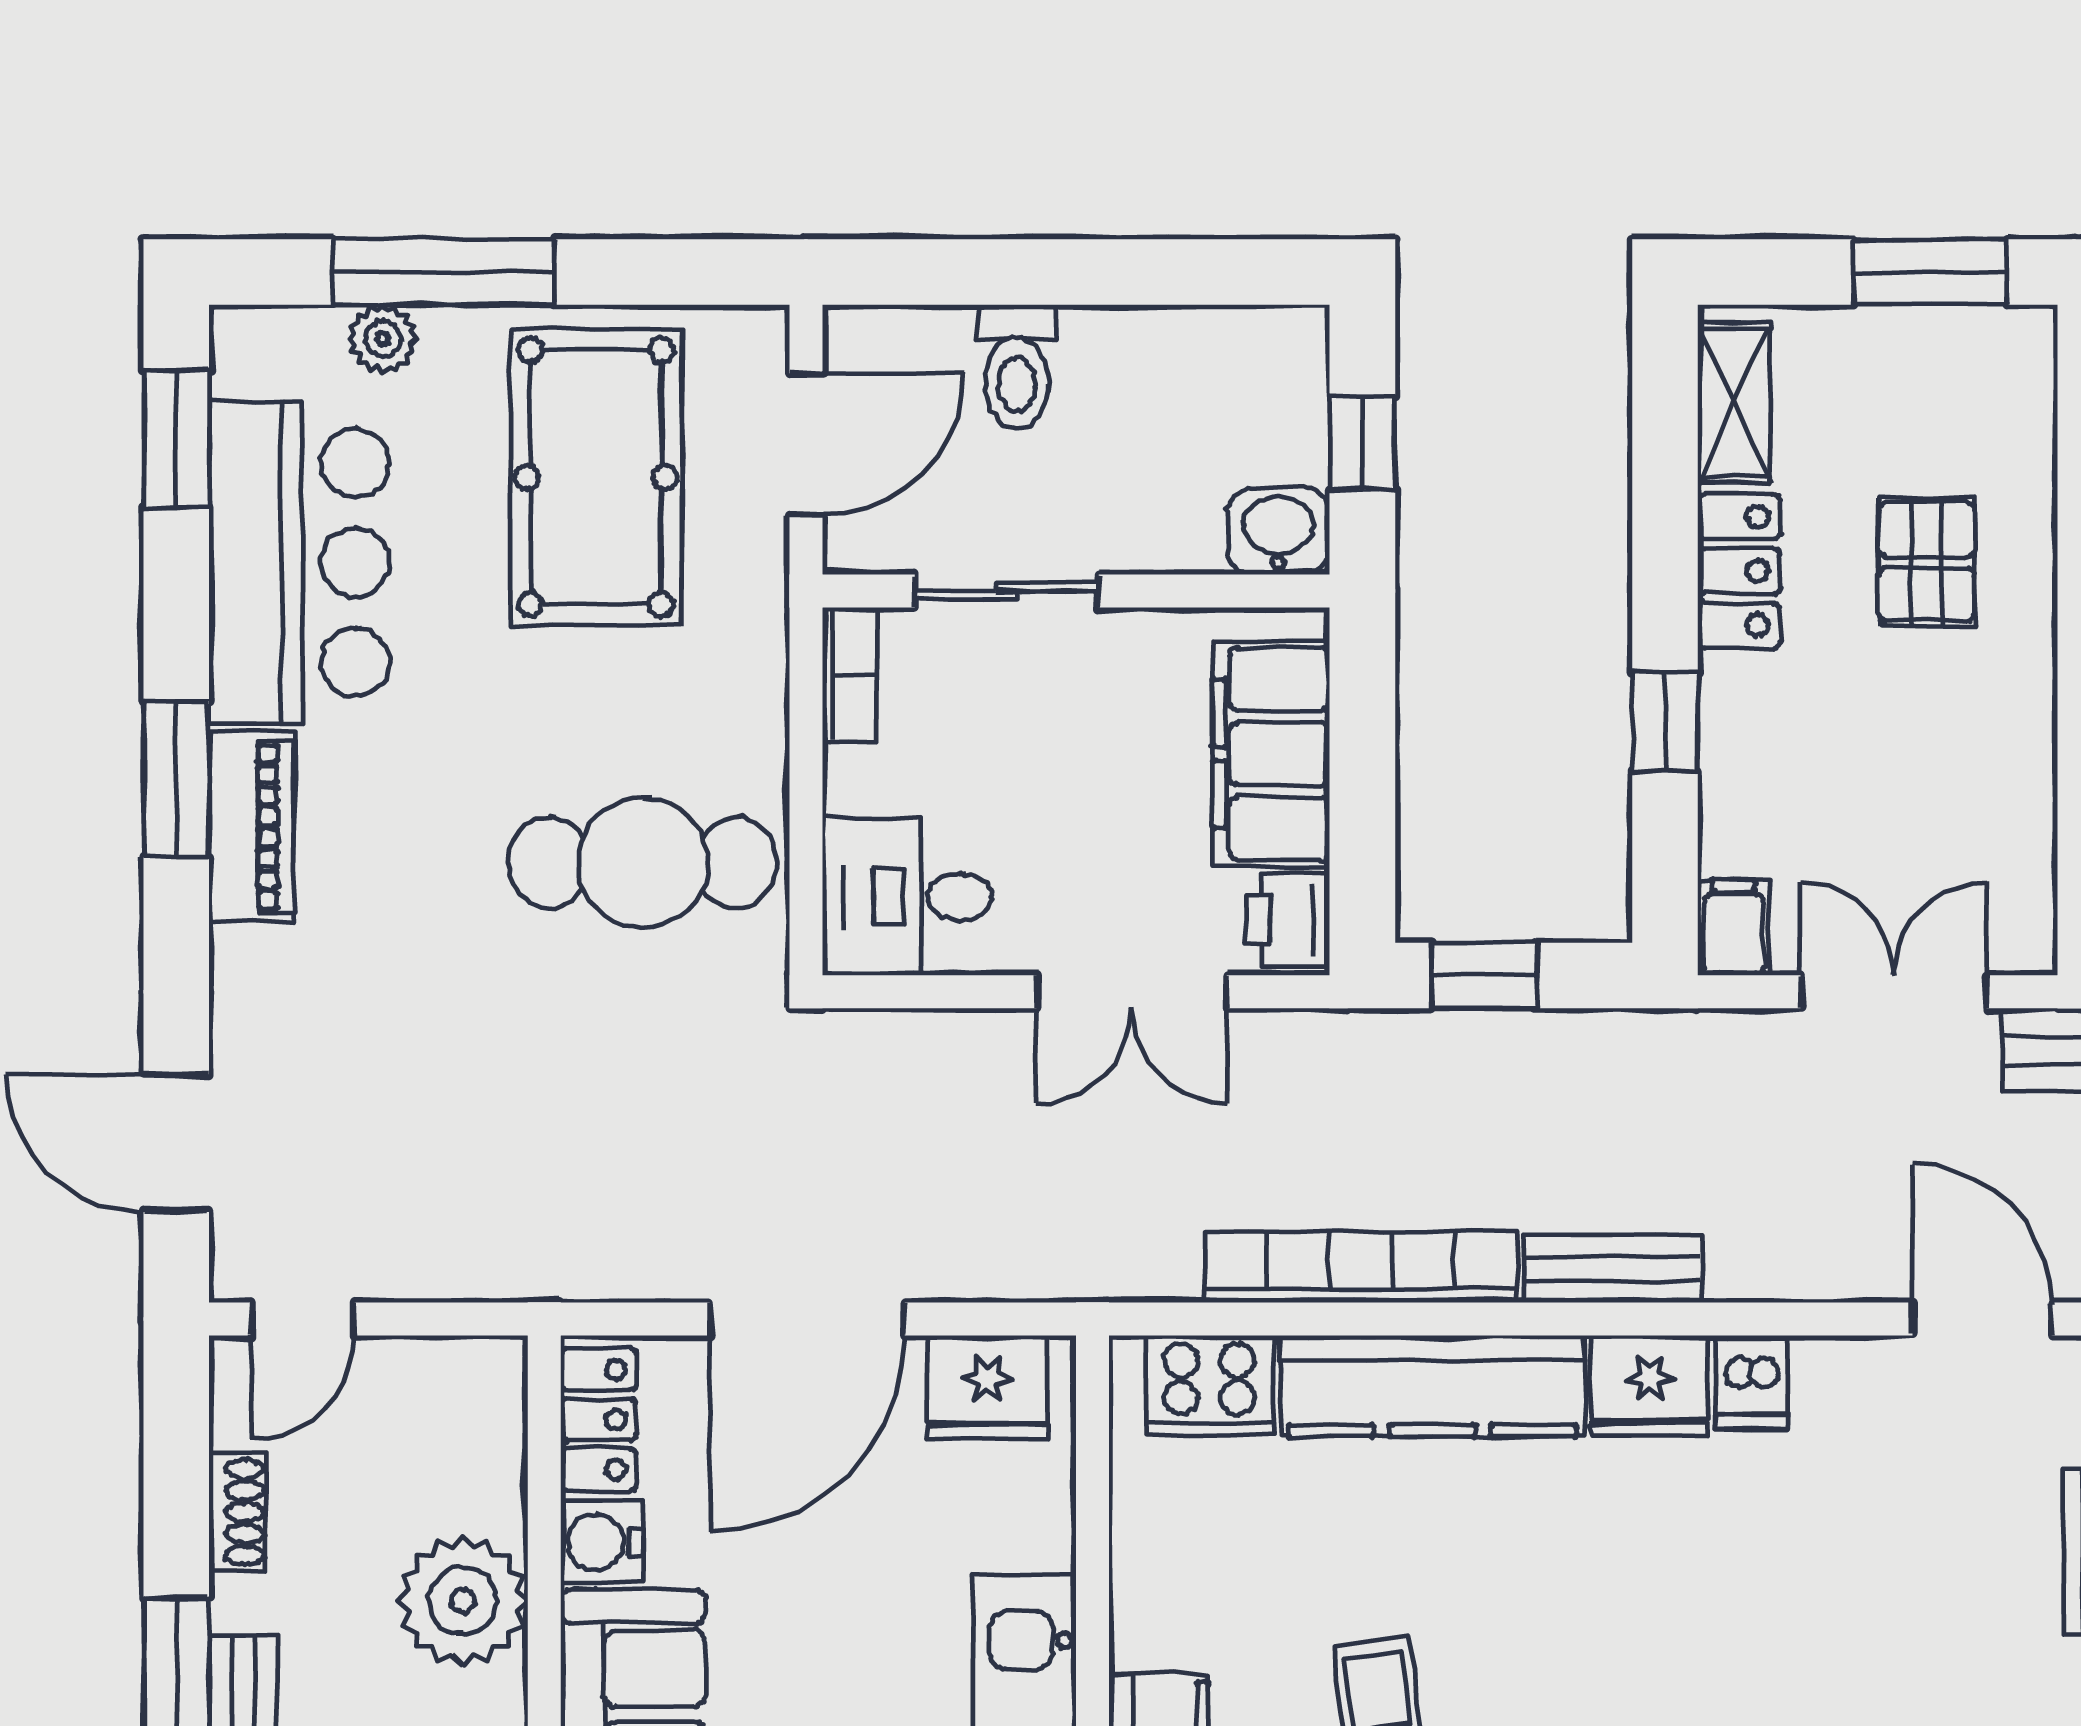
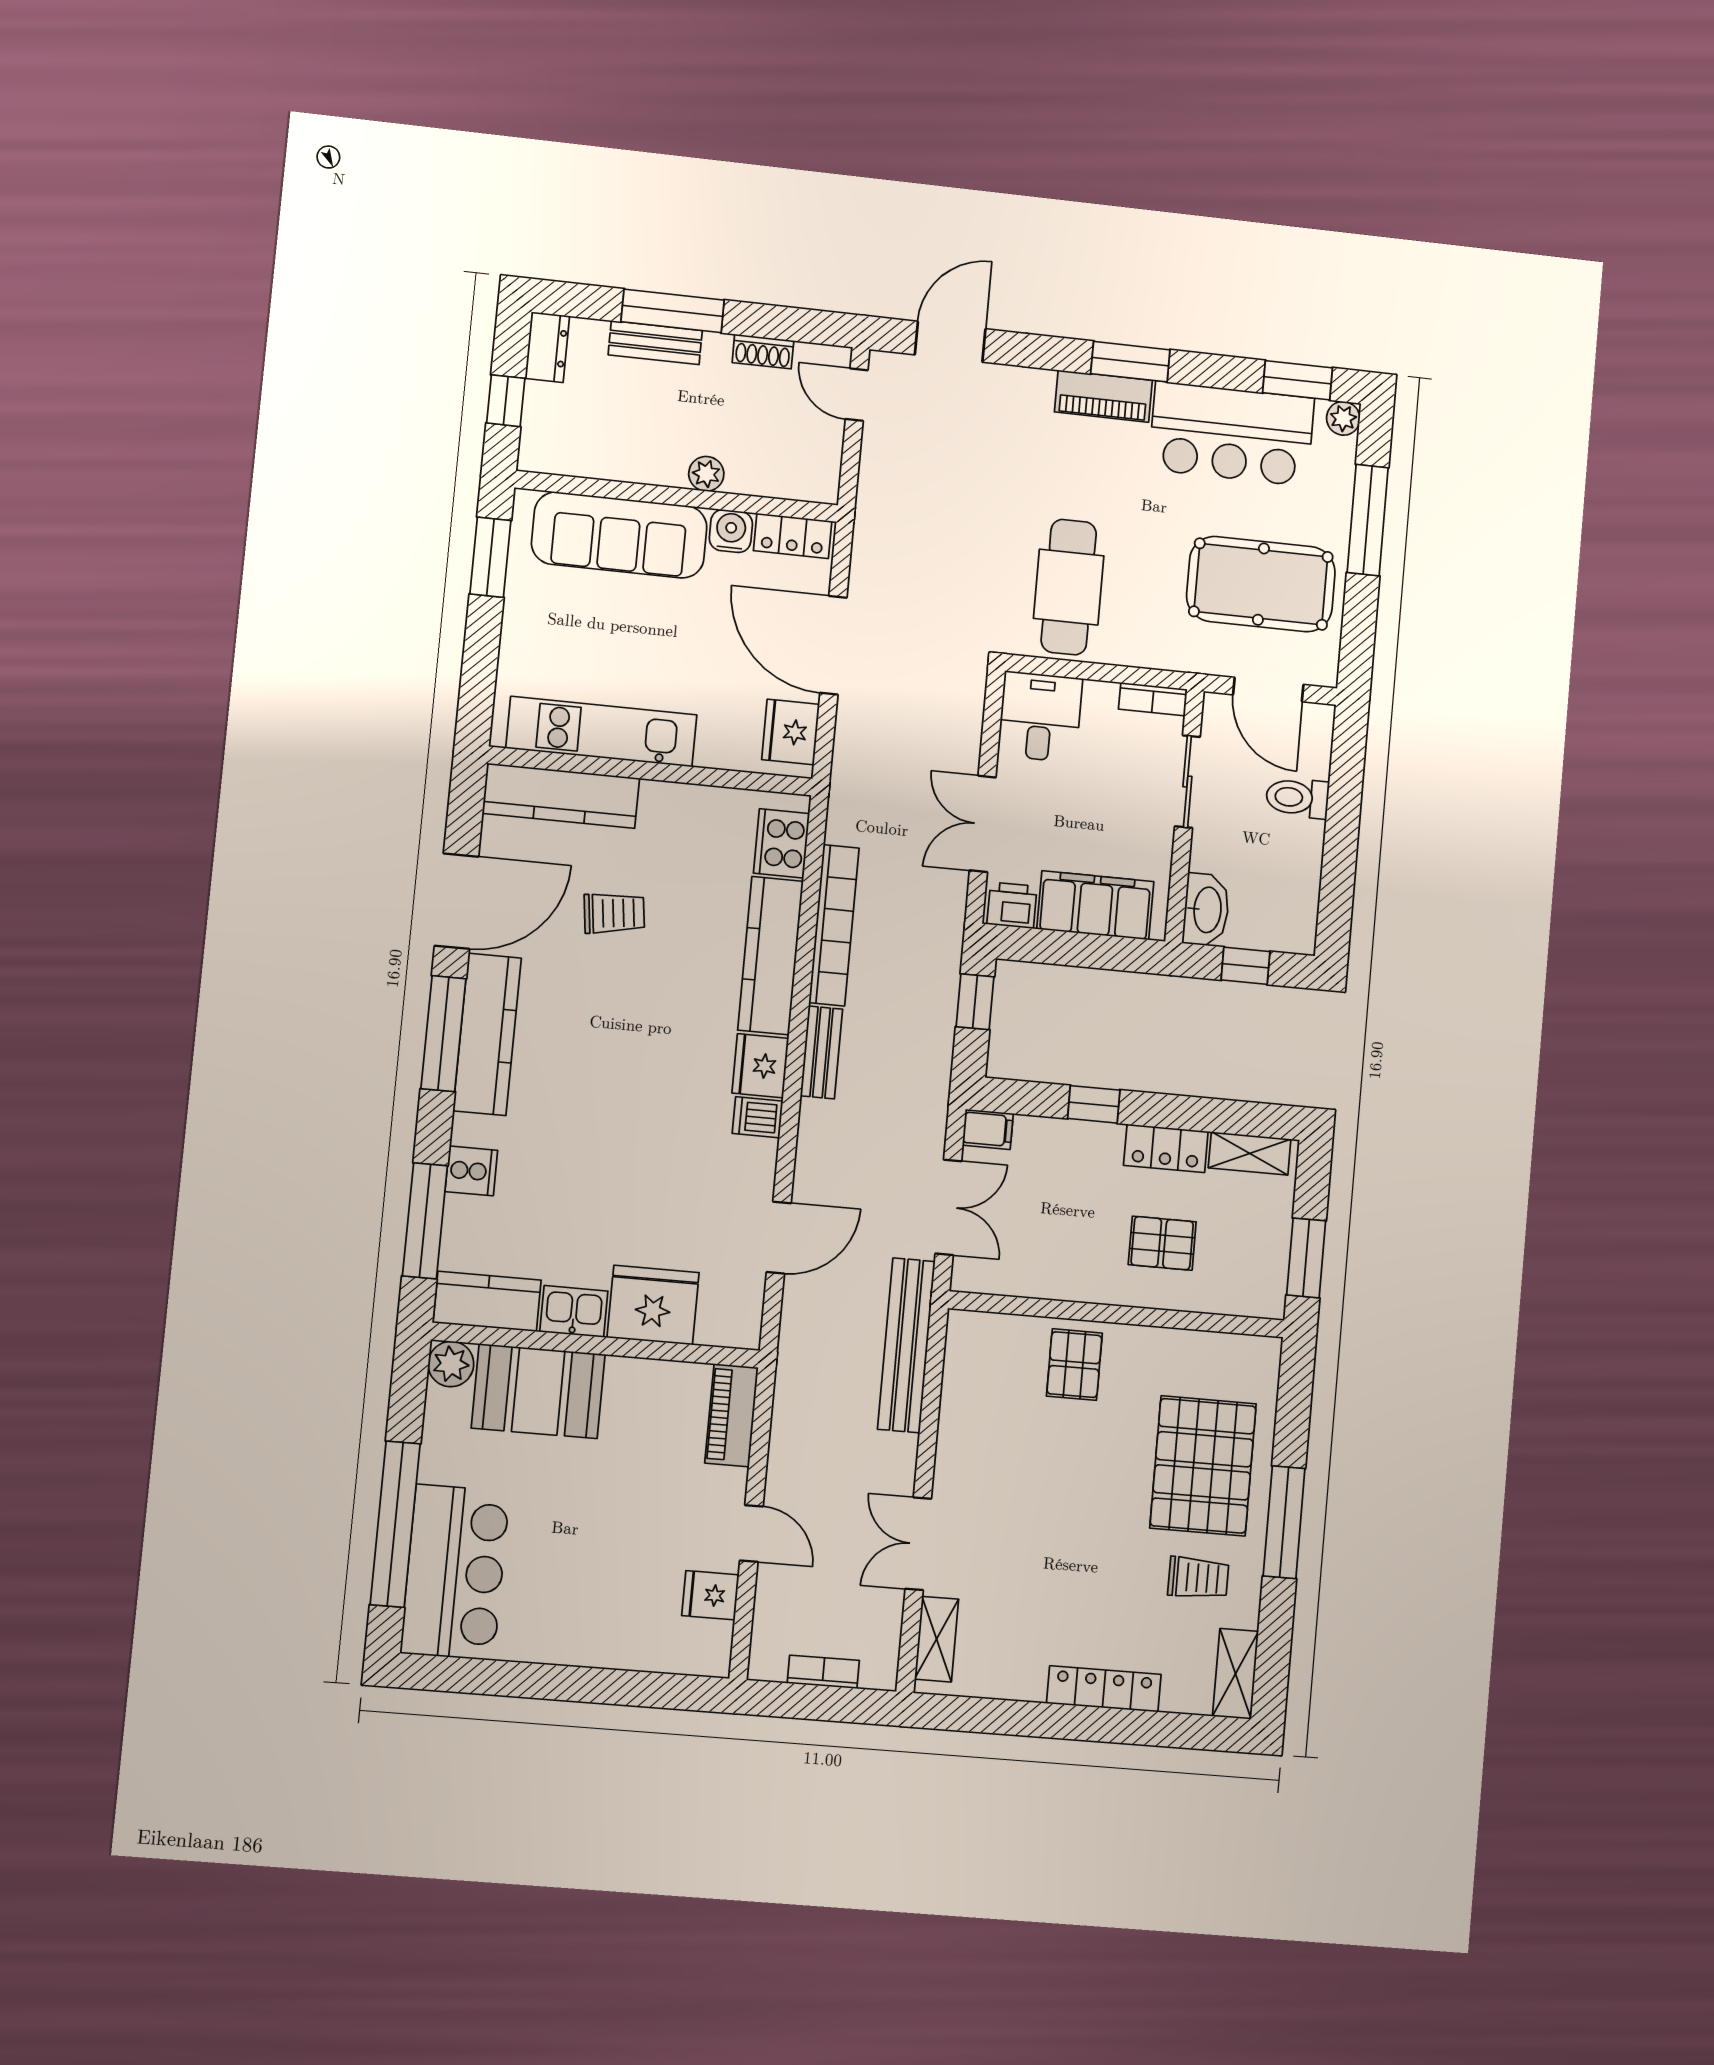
plant: (383, 339) -> (1343, 418), moved
washbasin: (1278, 531) -> (1206, 910), width x1.38
plant: (463, 1601) -> (706, 474), width x0.53, depth x0.53

